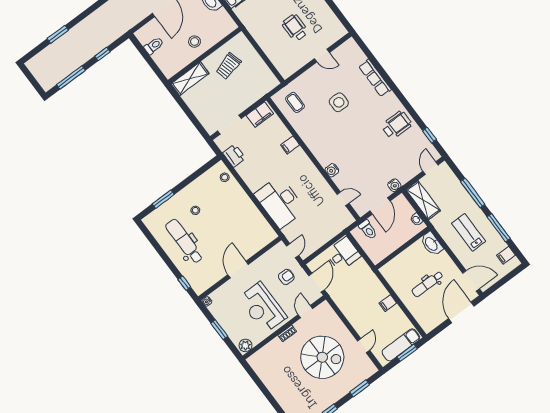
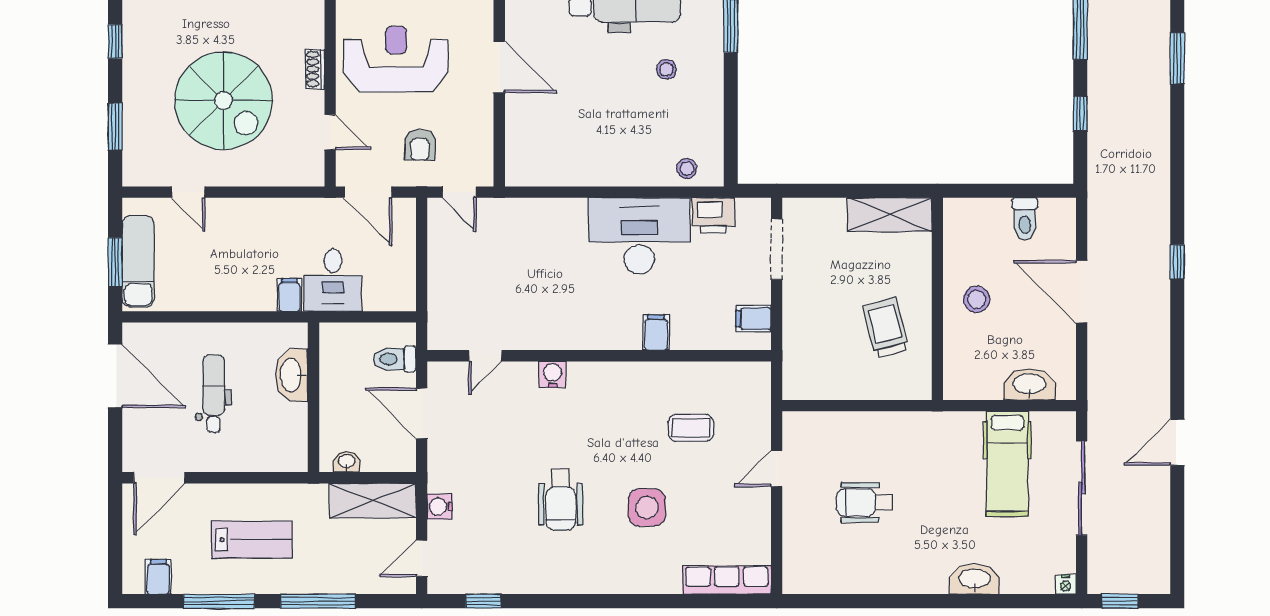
wheelchair: (295, 28) -> (864, 502), turned 180
door: (322, 56) -> (777, 469), moved
row of seats: (375, 78) -> (727, 580), moved
shelving: (190, 79) -> (890, 215), moved, turned 90
coffee table: (295, 102) -> (691, 428), moved
side table: (339, 102) -> (647, 507), moved
filing cabinet: (260, 115) -> (753, 319), width x0.50
wheelchair: (397, 125) -> (561, 499), moved
door: (431, 168) -> (422, 558), swing flipped
water cooler: (394, 185) -> (440, 507), moved
desk: (280, 202) -> (639, 236), moved
washbasin: (431, 244) -> (292, 375), moved, turned -90
desk: (343, 254) -> (333, 280), moved
filing cabinet: (388, 303) -> (289, 295), moved
door: (461, 312) -> (115, 376), moved
spiral stairs: (322, 357) -> (223, 101), turned -90

